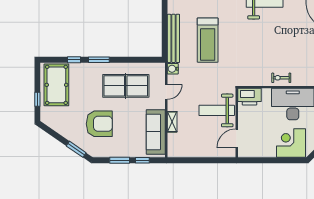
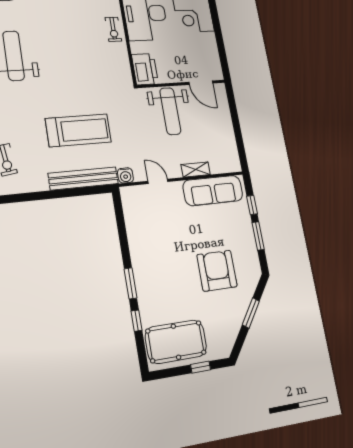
table tennis table: (126, 86) -> (160, 239), removed
window: (76, 149) -> (251, 313), moved

